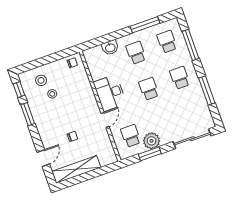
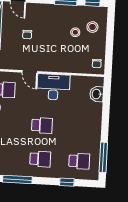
window: (145, 25) -> (103, 157), moved
window: (191, 45) -> (67, 182), width x0.46
washbasin: (110, 48) -> (97, 94), moved
school desk: (136, 53) -> (81, 128), removed

